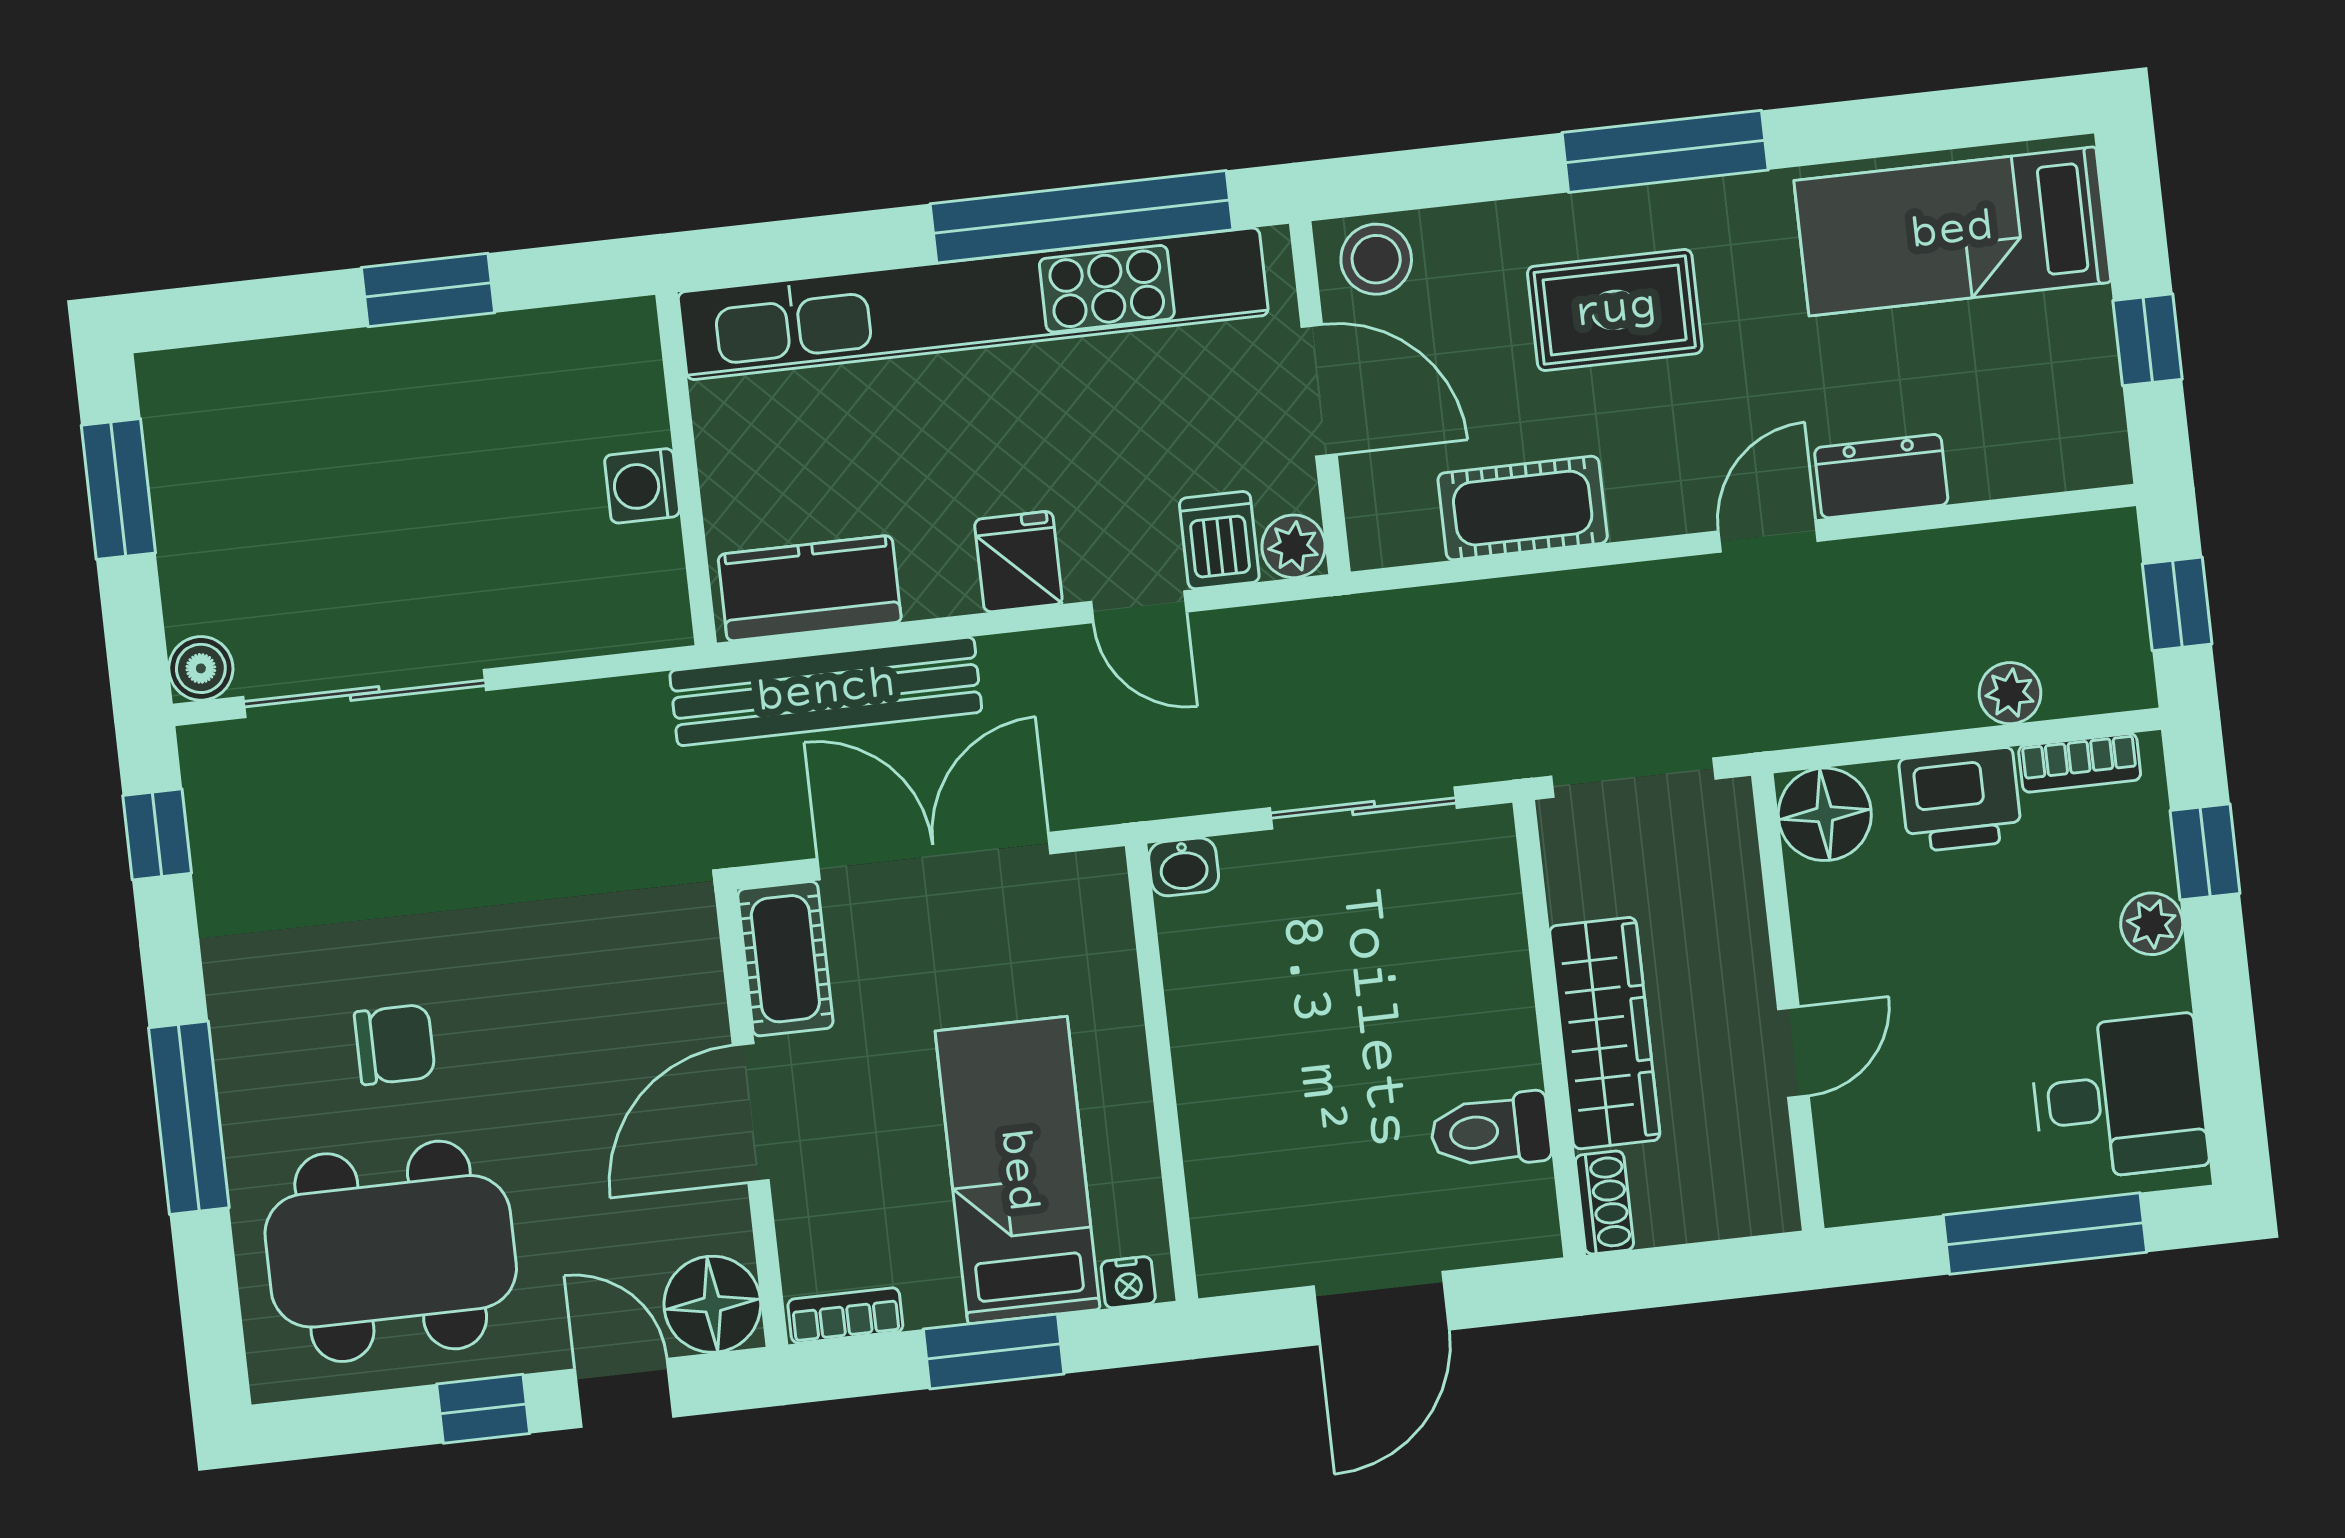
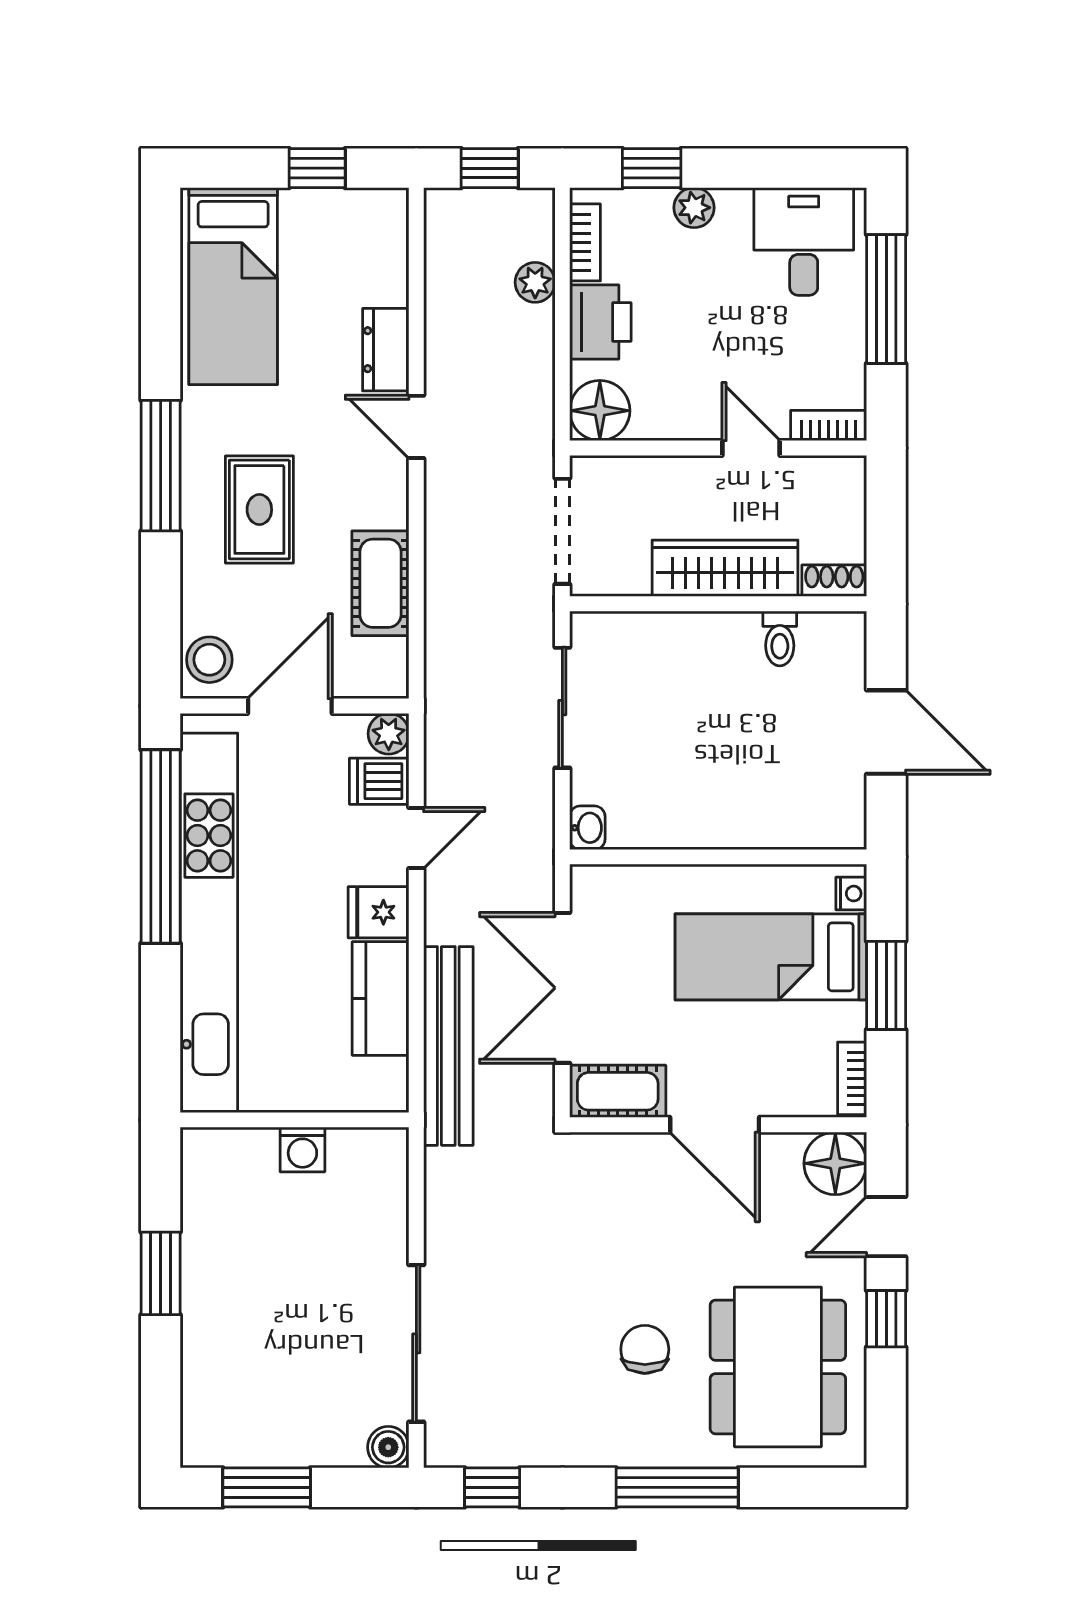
kitchen counter: (810, 588) -> (381, 999), moved
toilet: (1490, 1131) -> (780, 638), width x0.73, depth x0.72
bookcase: (1841, 1167) -> (829, 426), added

